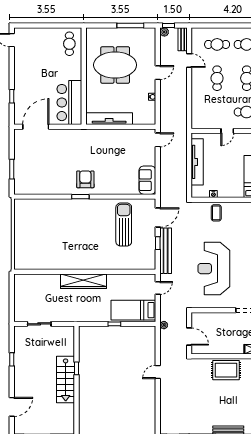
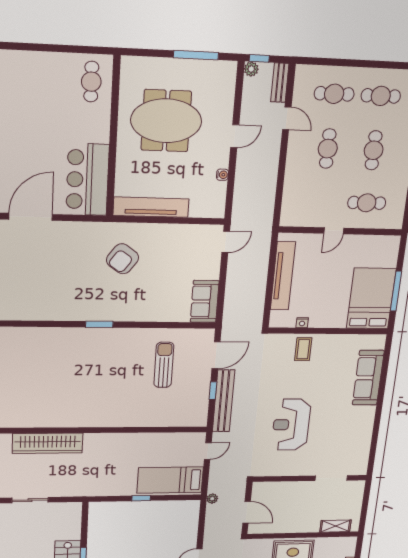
armchair: (85, 179) -> (123, 259), moved, turned -144
sun lounger: (124, 225) -> (164, 365), width x0.73, depth x0.75
reception desk: (214, 269) -> (291, 425), width x0.74, depth x0.77
wardrobe: (83, 281) -> (48, 443), moved

